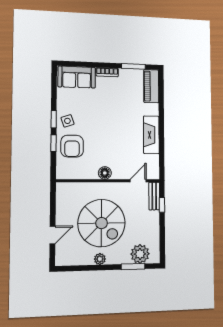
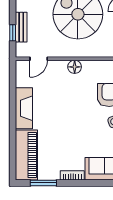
piano: (151, 86) -> (26, 155), width x1.37, depth x1.33
bench: (154, 196) -> (21, 27), moved

